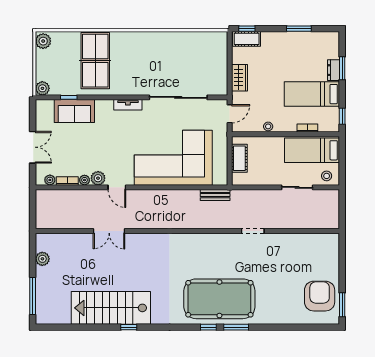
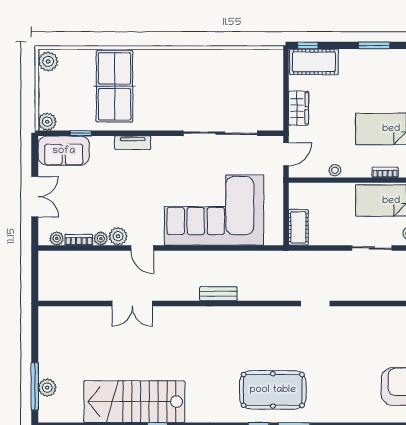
cot: (247, 39) -> (314, 62), width x1.37, depth x1.34
tv unit: (128, 105) -> (133, 143), moved
sofa: (74, 111) -> (64, 151), moved
cot: (239, 158) -> (298, 227), moved
bench: (215, 195) -> (218, 294), moved
plant: (42, 259) -> (47, 388), moved
pool table: (219, 299) -> (273, 390), width x0.73, depth x0.76

